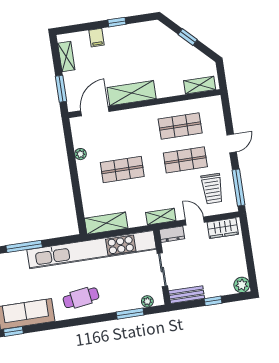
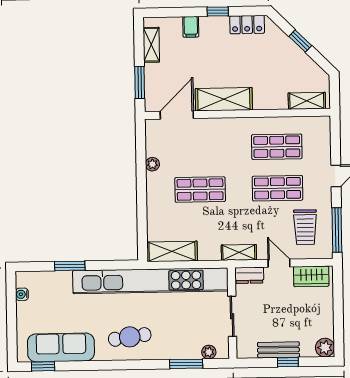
locker: (142, 30) -> (247, 25), added
window: (24, 246) -> (70, 266), width x0.69
bench: (187, 295) -> (278, 350), moved

